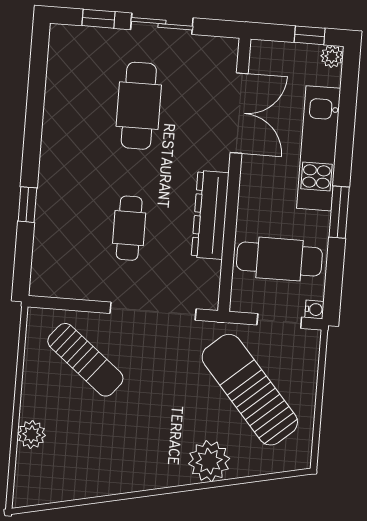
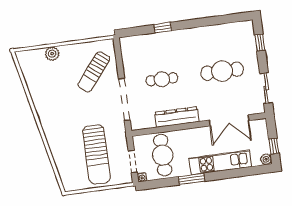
sliding door: (162, 24) -> (266, 88), moved
sun lounger: (250, 390) -> (96, 154), turned 131
plant: (209, 461) -> (58, 142), removed

